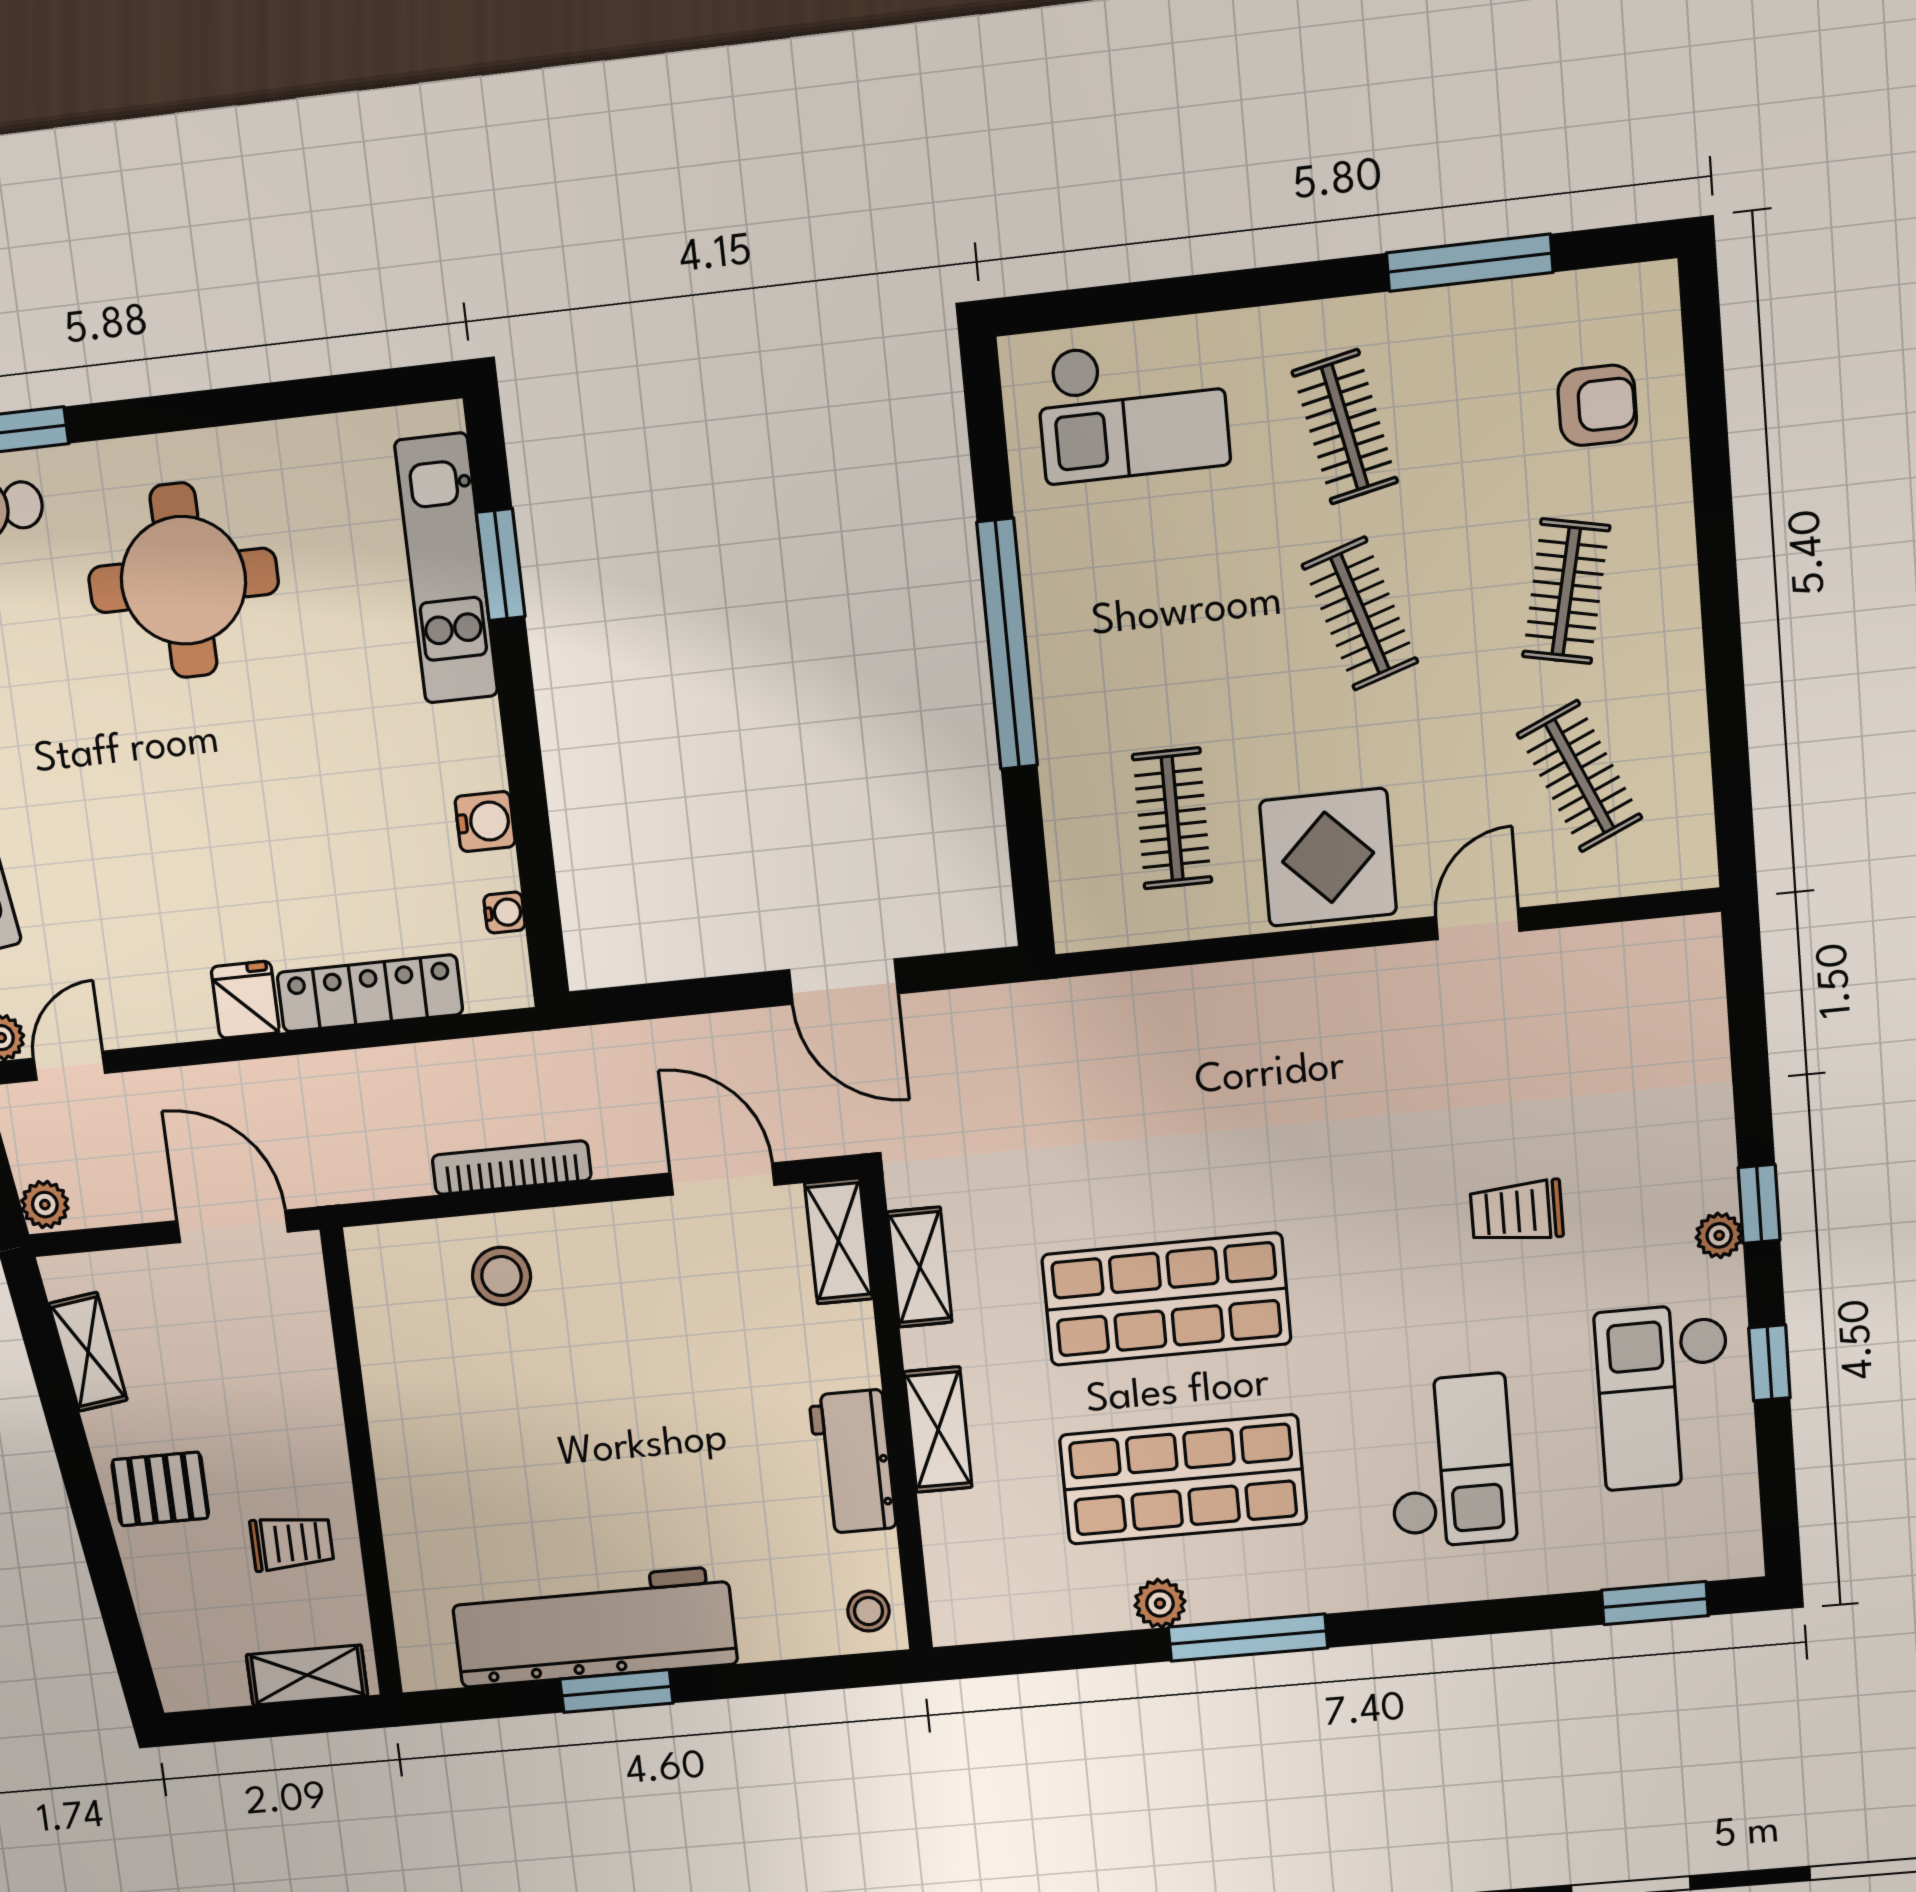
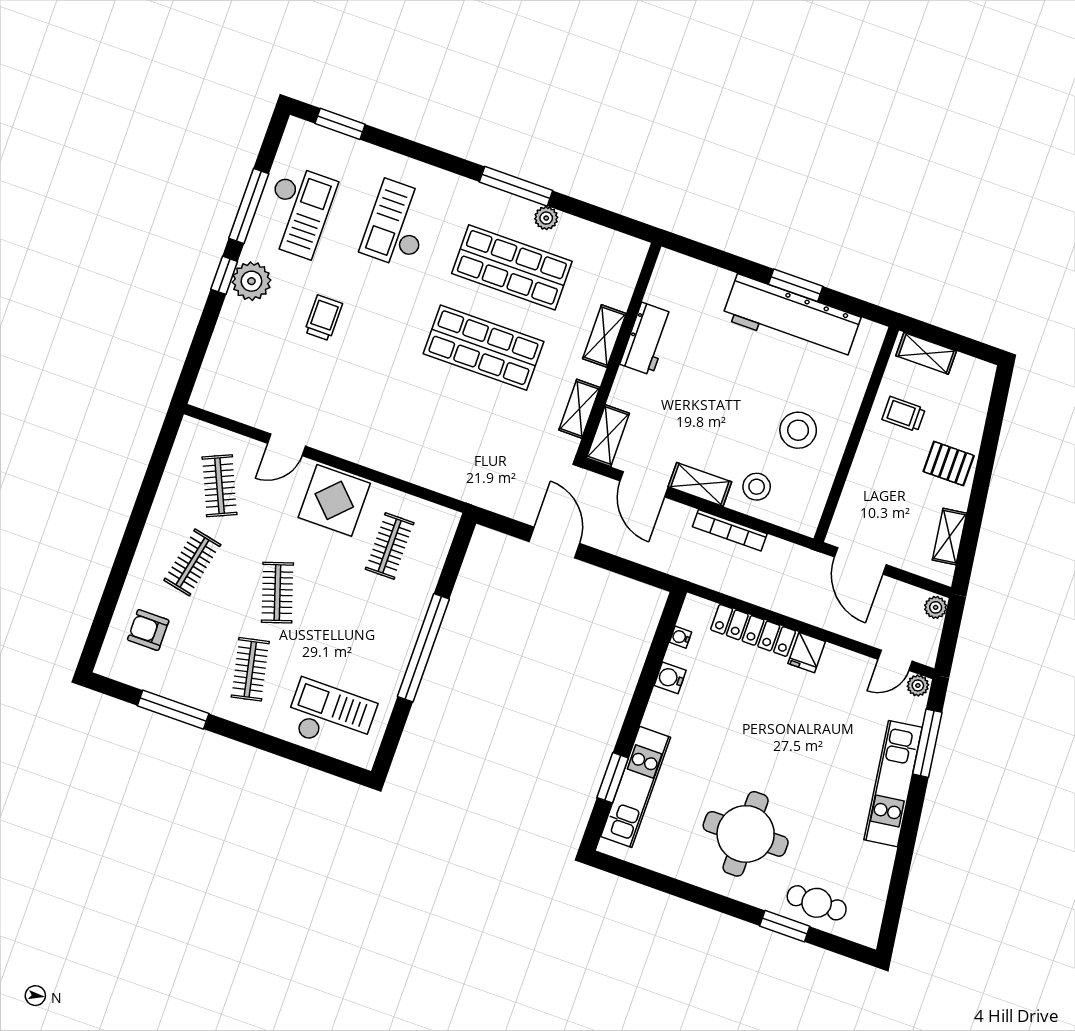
trolley: (1517, 1212) -> (323, 318), turned -90
shelving: (613, 1230) -> (700, 484), added
plant: (1719, 1235) -> (251, 281), width x1.88, depth x1.88
window: (1770, 1363) -> (249, 206), width x2.17
stool: (869, 1611) -> (798, 430), moved, width x1.89, depth x1.89

